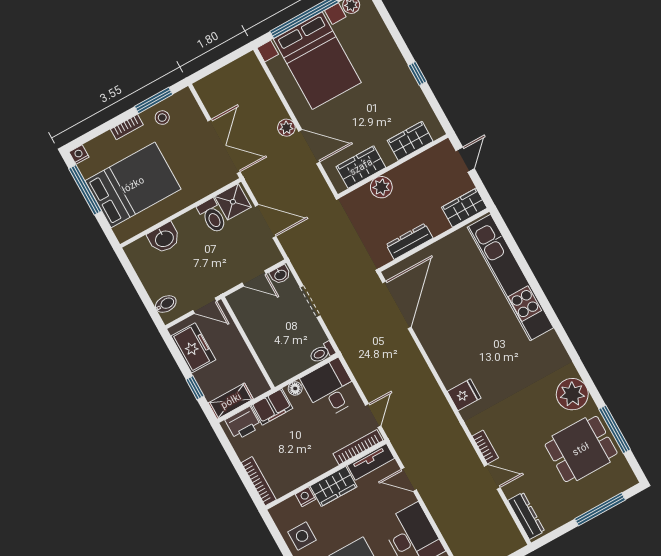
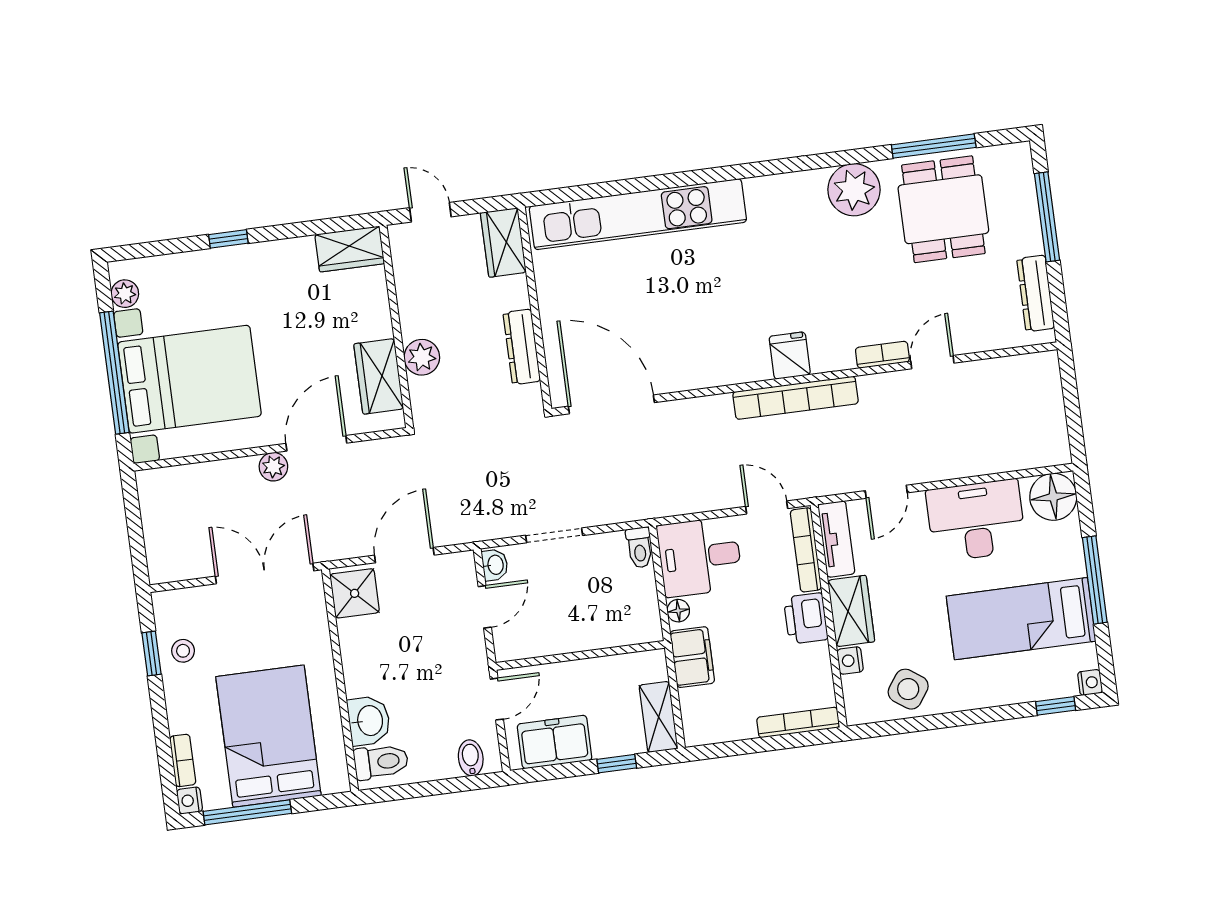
window: (417, 73) -> (228, 239), moved
window: (154, 100) -> (151, 654), width x0.67
bookcase: (127, 127) -> (183, 760), moved
wardrobe: (410, 141) -> (350, 249), moved, turned -90
toilet: (212, 216) -> (381, 762), moved
bookcase: (442, 407) -> (796, 398), added
printer: (243, 423) -> (806, 618), moved, turned 180
dresser: (526, 516) -> (1036, 293), moved, turned -90
side table: (302, 536) -> (908, 689), turned 35

